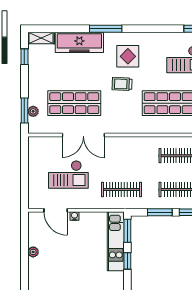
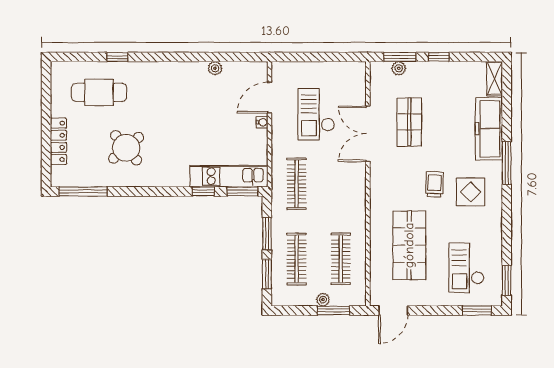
window: (24, 57) -> (439, 57), moved
shop shelf: (74, 103) -> (409, 122), width x0.70, depth x0.74

